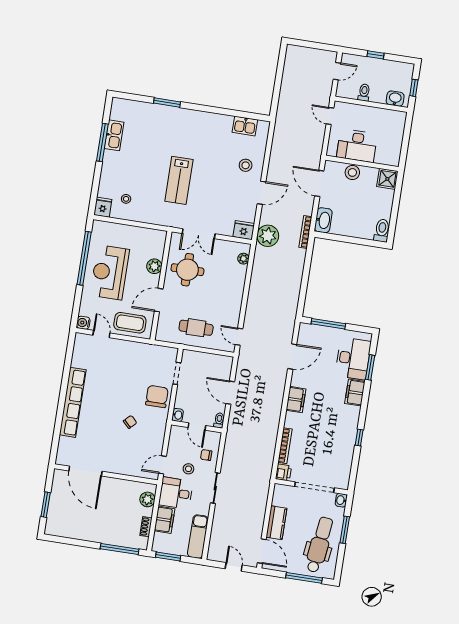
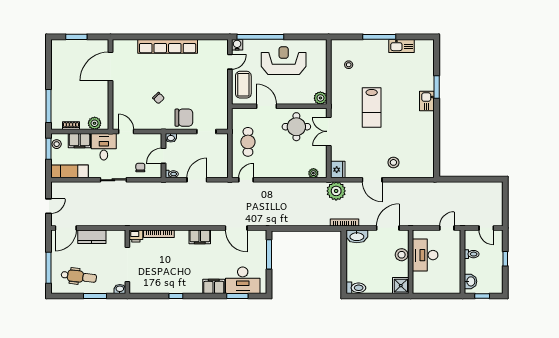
kitchen sink: (245, 126) -> (427, 101), moved
window: (102, 142) -> (379, 37), moved
lab bench: (179, 180) -> (372, 108), turned -90
fridge: (103, 207) -> (338, 46), removed
window: (84, 258) -> (260, 37), moved
plant: (154, 266) -> (320, 98), moved
stool: (188, 469) -> (57, 144), moved
dental chair: (319, 545) -> (79, 276), width x0.73, depth x0.72

